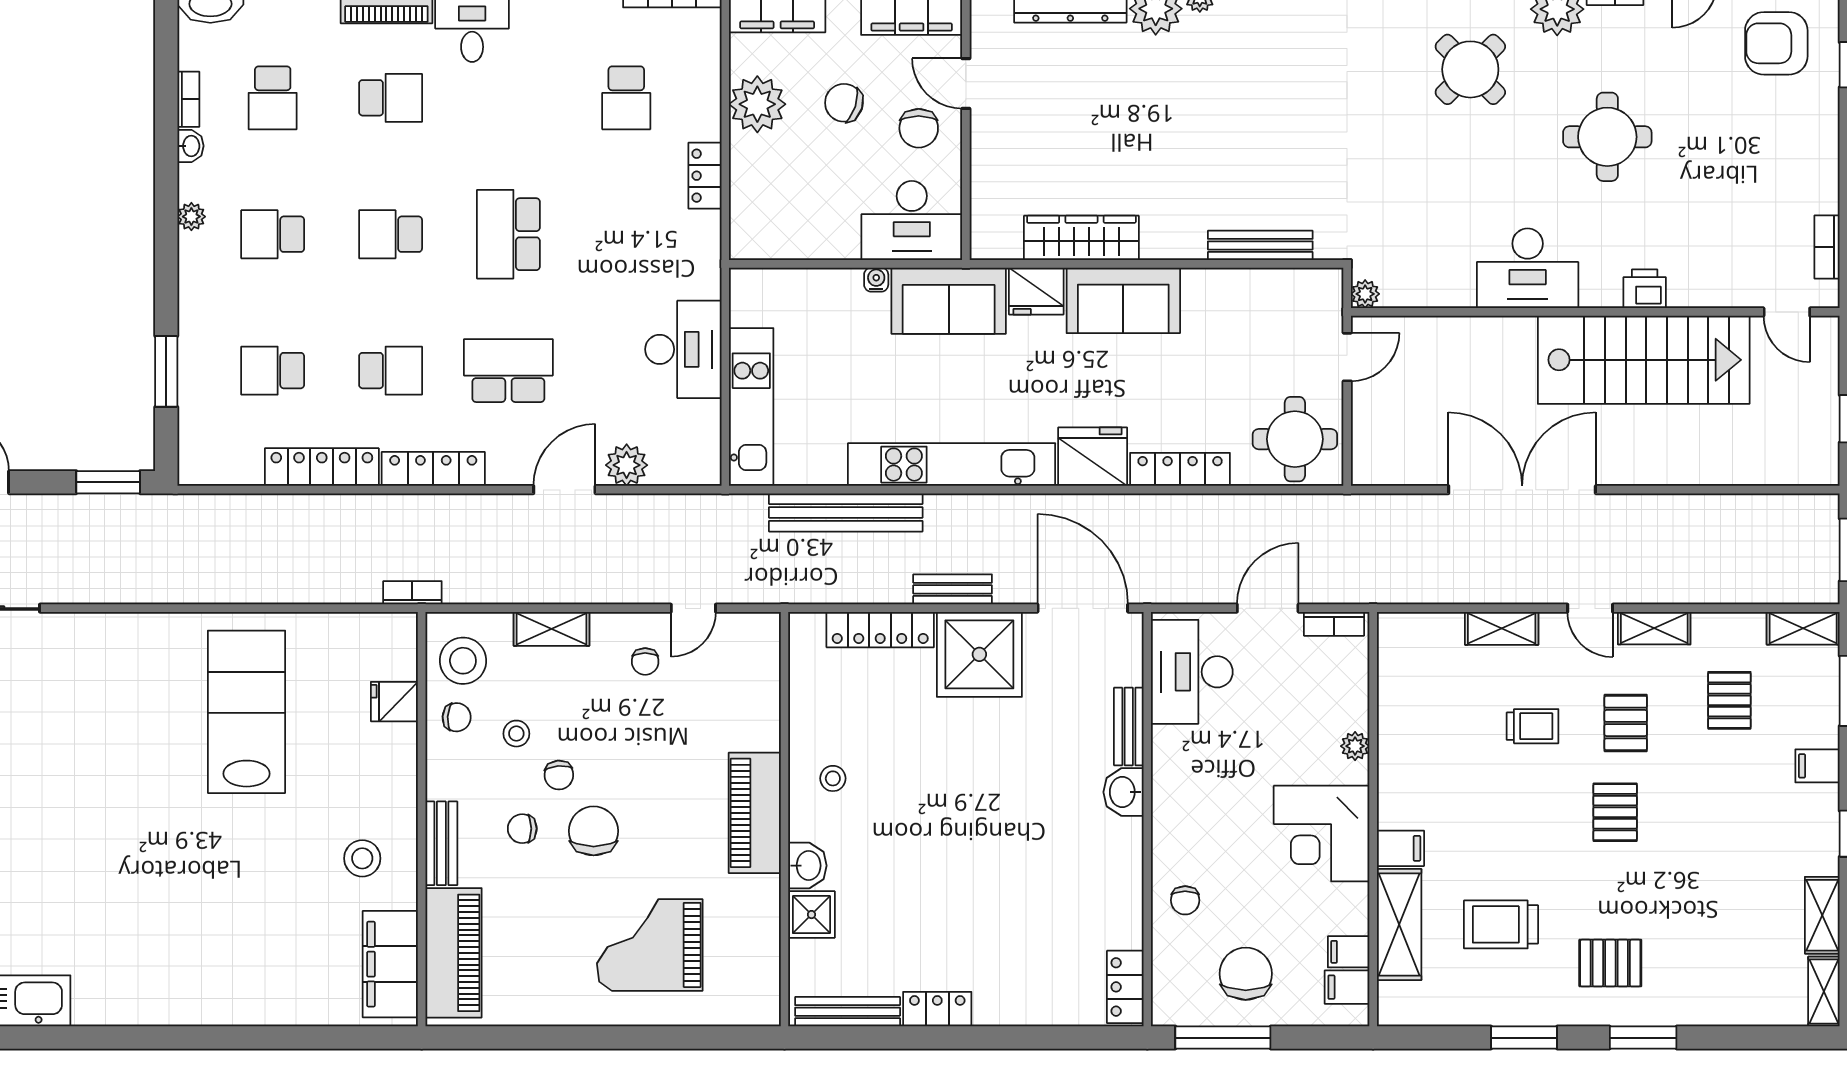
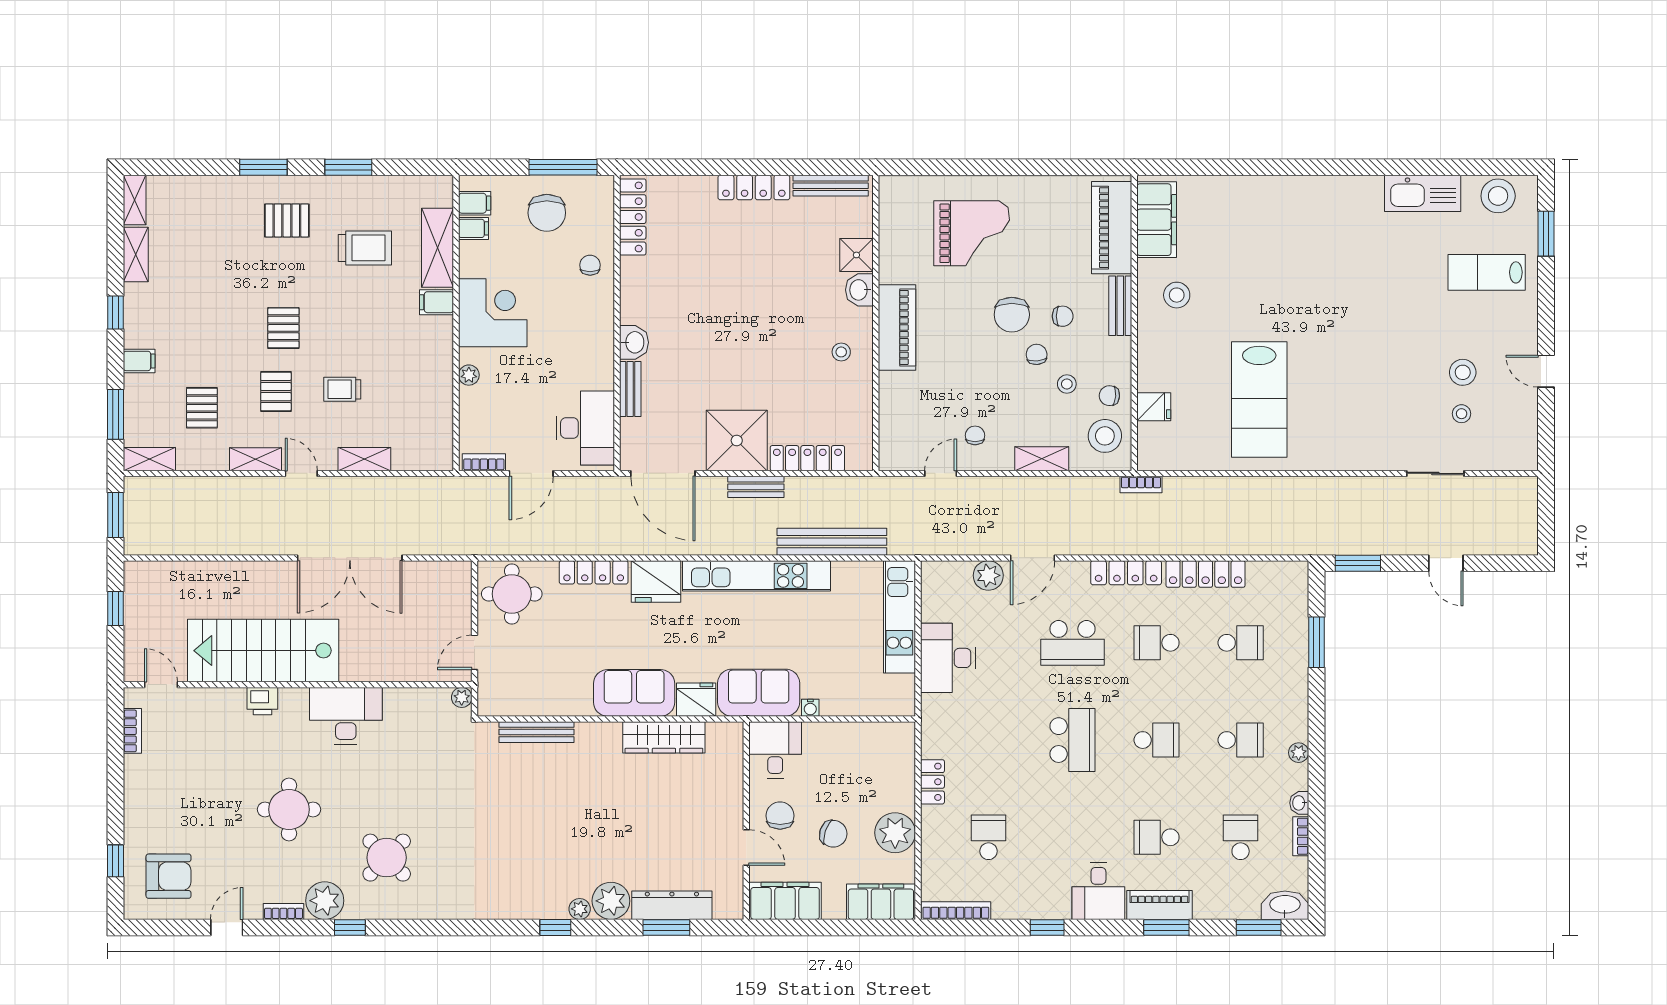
desk: (912, 221) -> (775, 750), width x0.73
locker: (1125, 987) -> (633, 217), width x1.53
locker: (937, 1009) -> (754, 188), width x1.53

